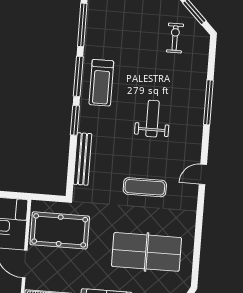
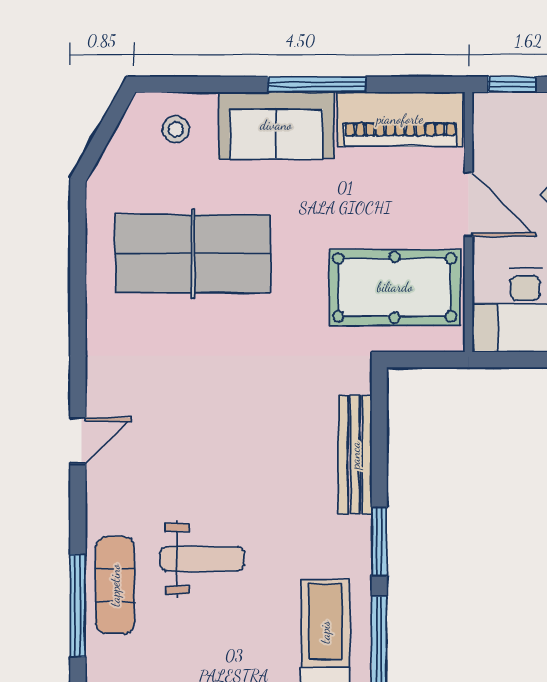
weight bench: (153, 119) -> (202, 559), turned -90
exercise mat: (145, 187) -> (115, 585), moved, turned 90

